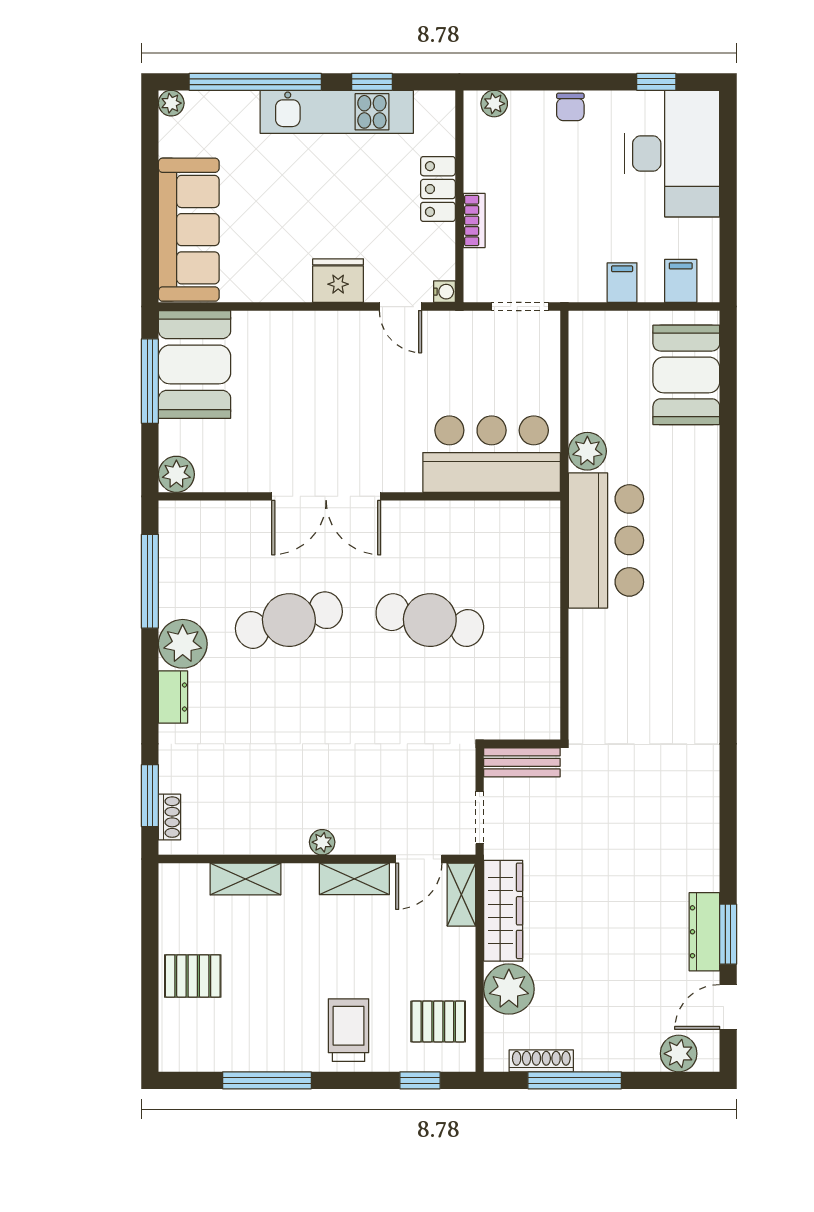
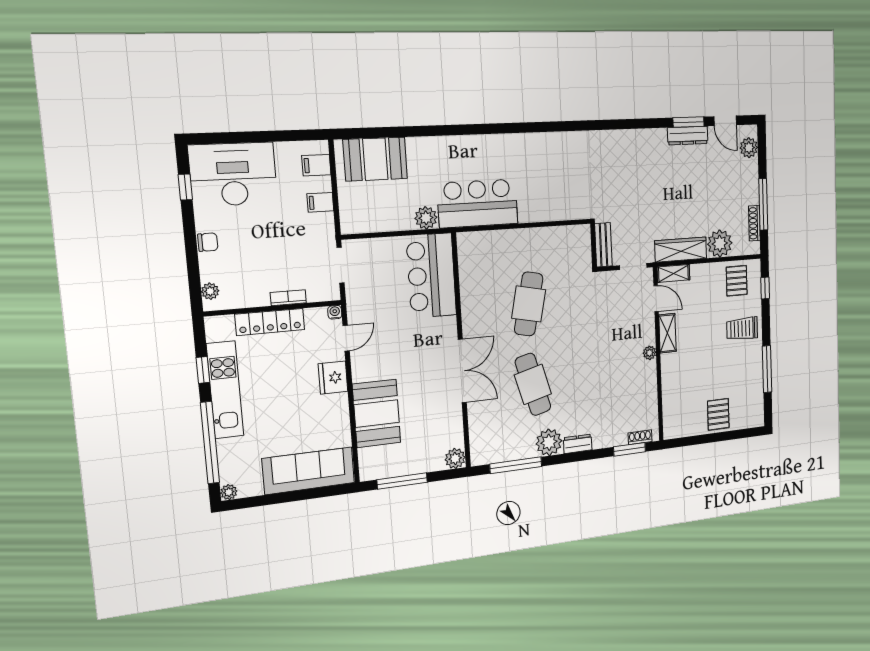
locker: (438, 189) -> (270, 322), width x1.53
booth: (195, 364) -> (377, 413), moved, turned 90
shelving: (245, 879) -> (670, 392), removed

